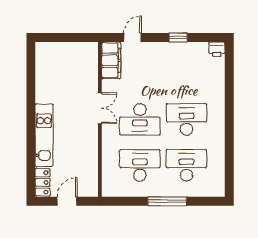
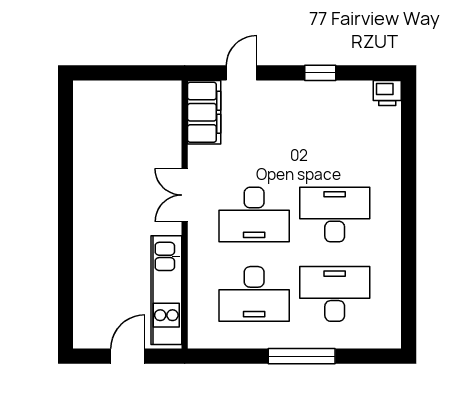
double door: (100, 108) -> (185, 195), swing flipped
kitchen unit: (44, 135) -> (166, 290), moved, turned 180
desk: (140, 165) -> (254, 294), turned 180
locker: (43, 182) -> (86, 324), removed

